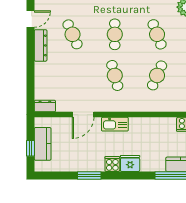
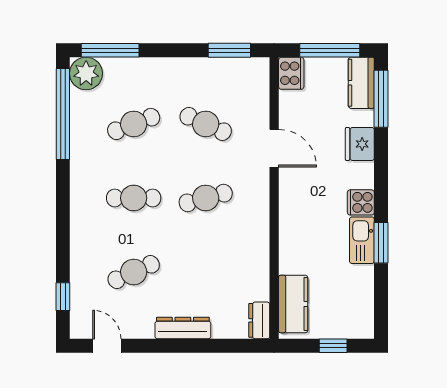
dresser: (41, 45) -> (183, 328), moved
door: (83, 115) -> (274, 148), moved
kitchen sink: (115, 124) -> (362, 240), moved, turned 180
kitchen counter: (43, 144) -> (293, 304), moved, turned 90
fridge: (130, 163) -> (360, 144), moved

